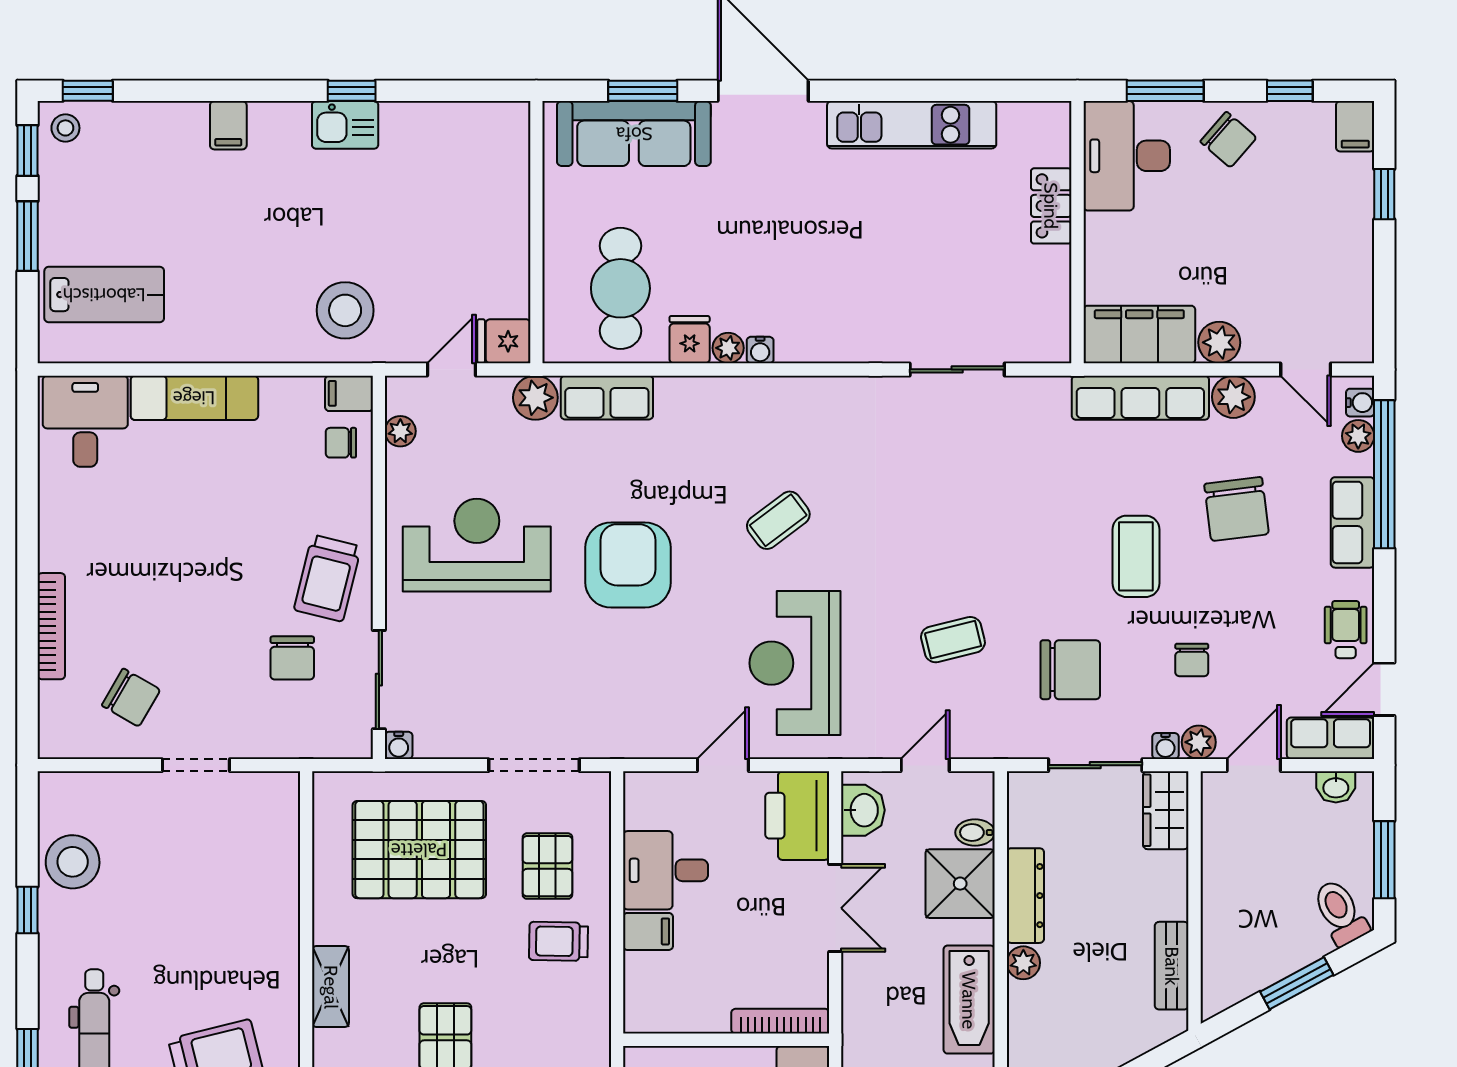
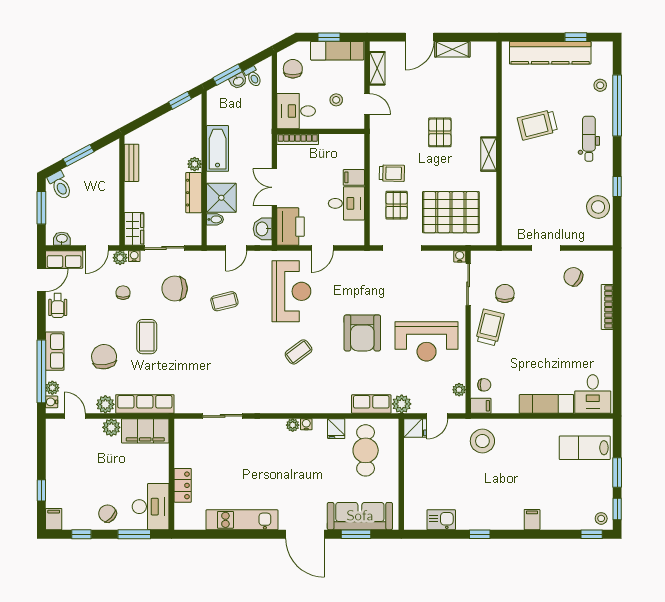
kitchen sink: (345, 125) -> (441, 520), moved
plant: (728, 348) -> (293, 425), moved

